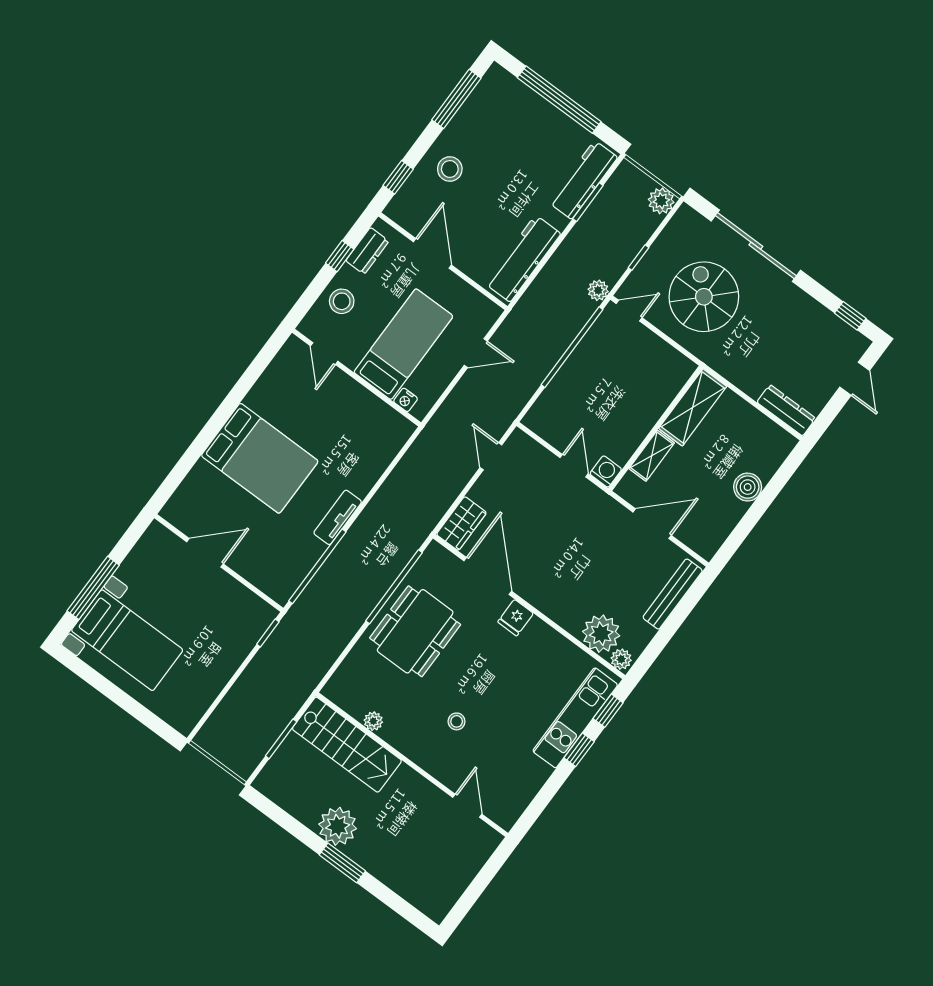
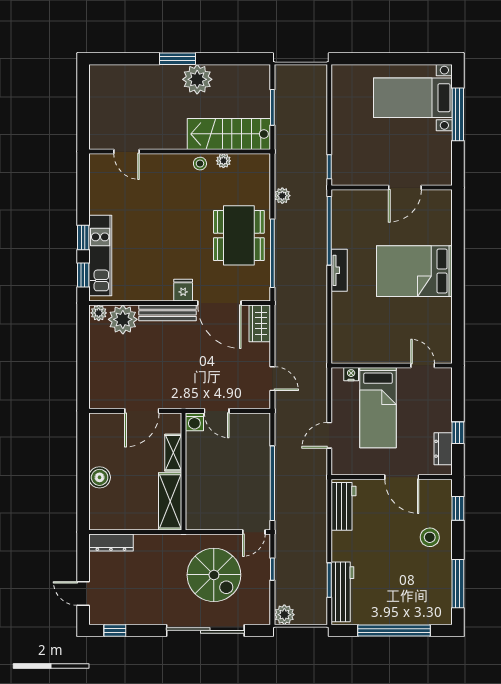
workbench: (523, 259) -> (343, 506), width x0.73
plant: (598, 290) -> (282, 196), moved
stool: (342, 301) -> (436, 406), removed
bench: (673, 594) -> (167, 313), moved, turned 90
stool: (457, 721) -> (200, 164), moved

